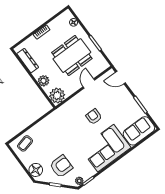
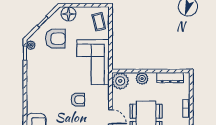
corner sofa: (106, 148) -> (93, 62), moved, turned 180
armchair: (61, 166) -> (55, 39), turned -90

